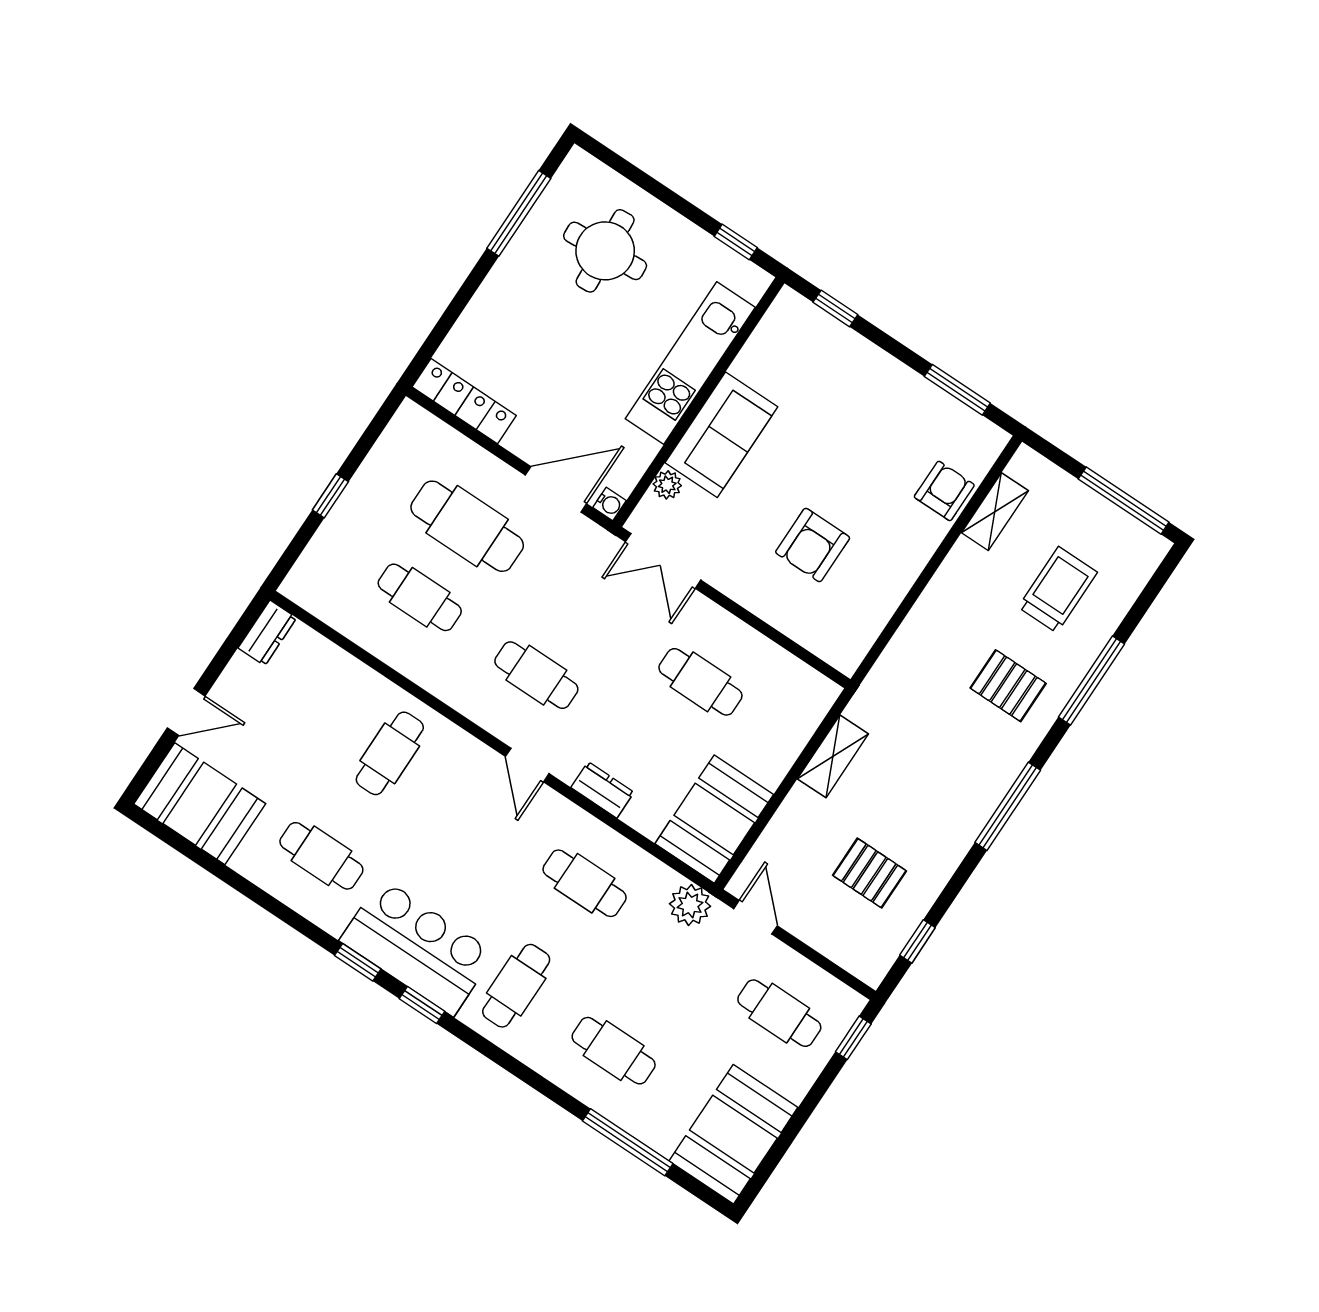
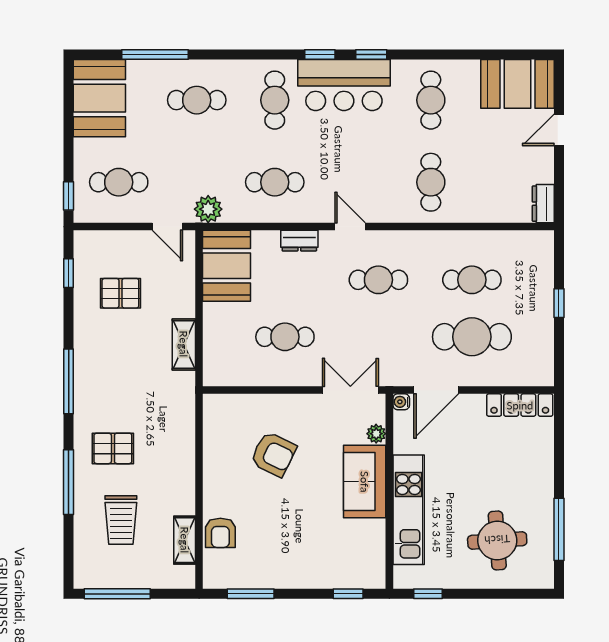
armchair: (813, 545) -> (273, 454), turned 116
cafe table: (321, 856) -> (431, 100), turned 90

